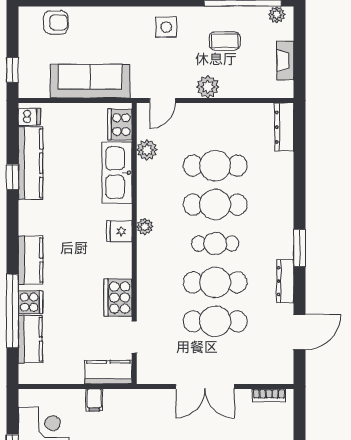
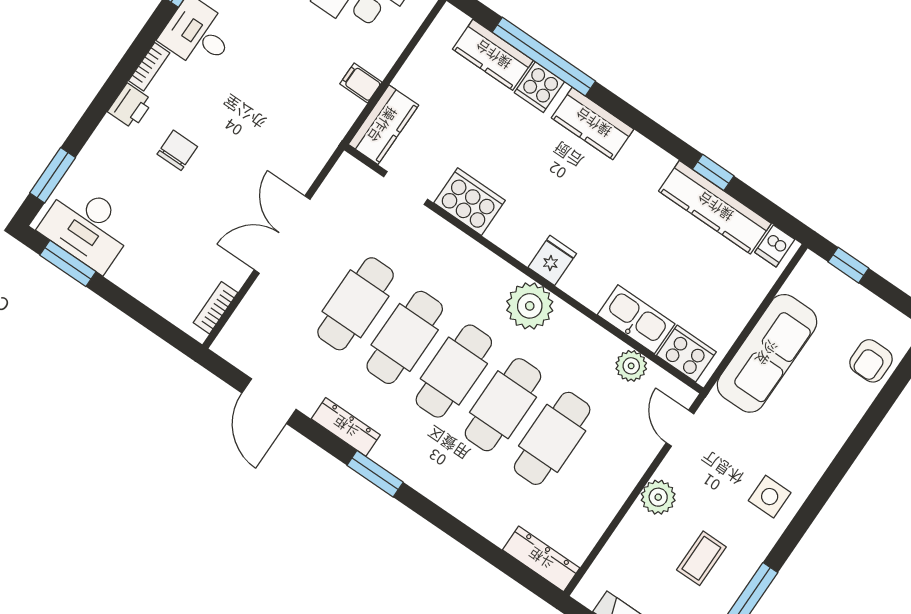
kitchen sink: (117, 173) -> (636, 319), width x0.73, depth x0.81
plant: (145, 227) -> (530, 306), width x1.87, depth x1.87
cafe table: (215, 243) -> (454, 371), width x1.37, depth x1.35

